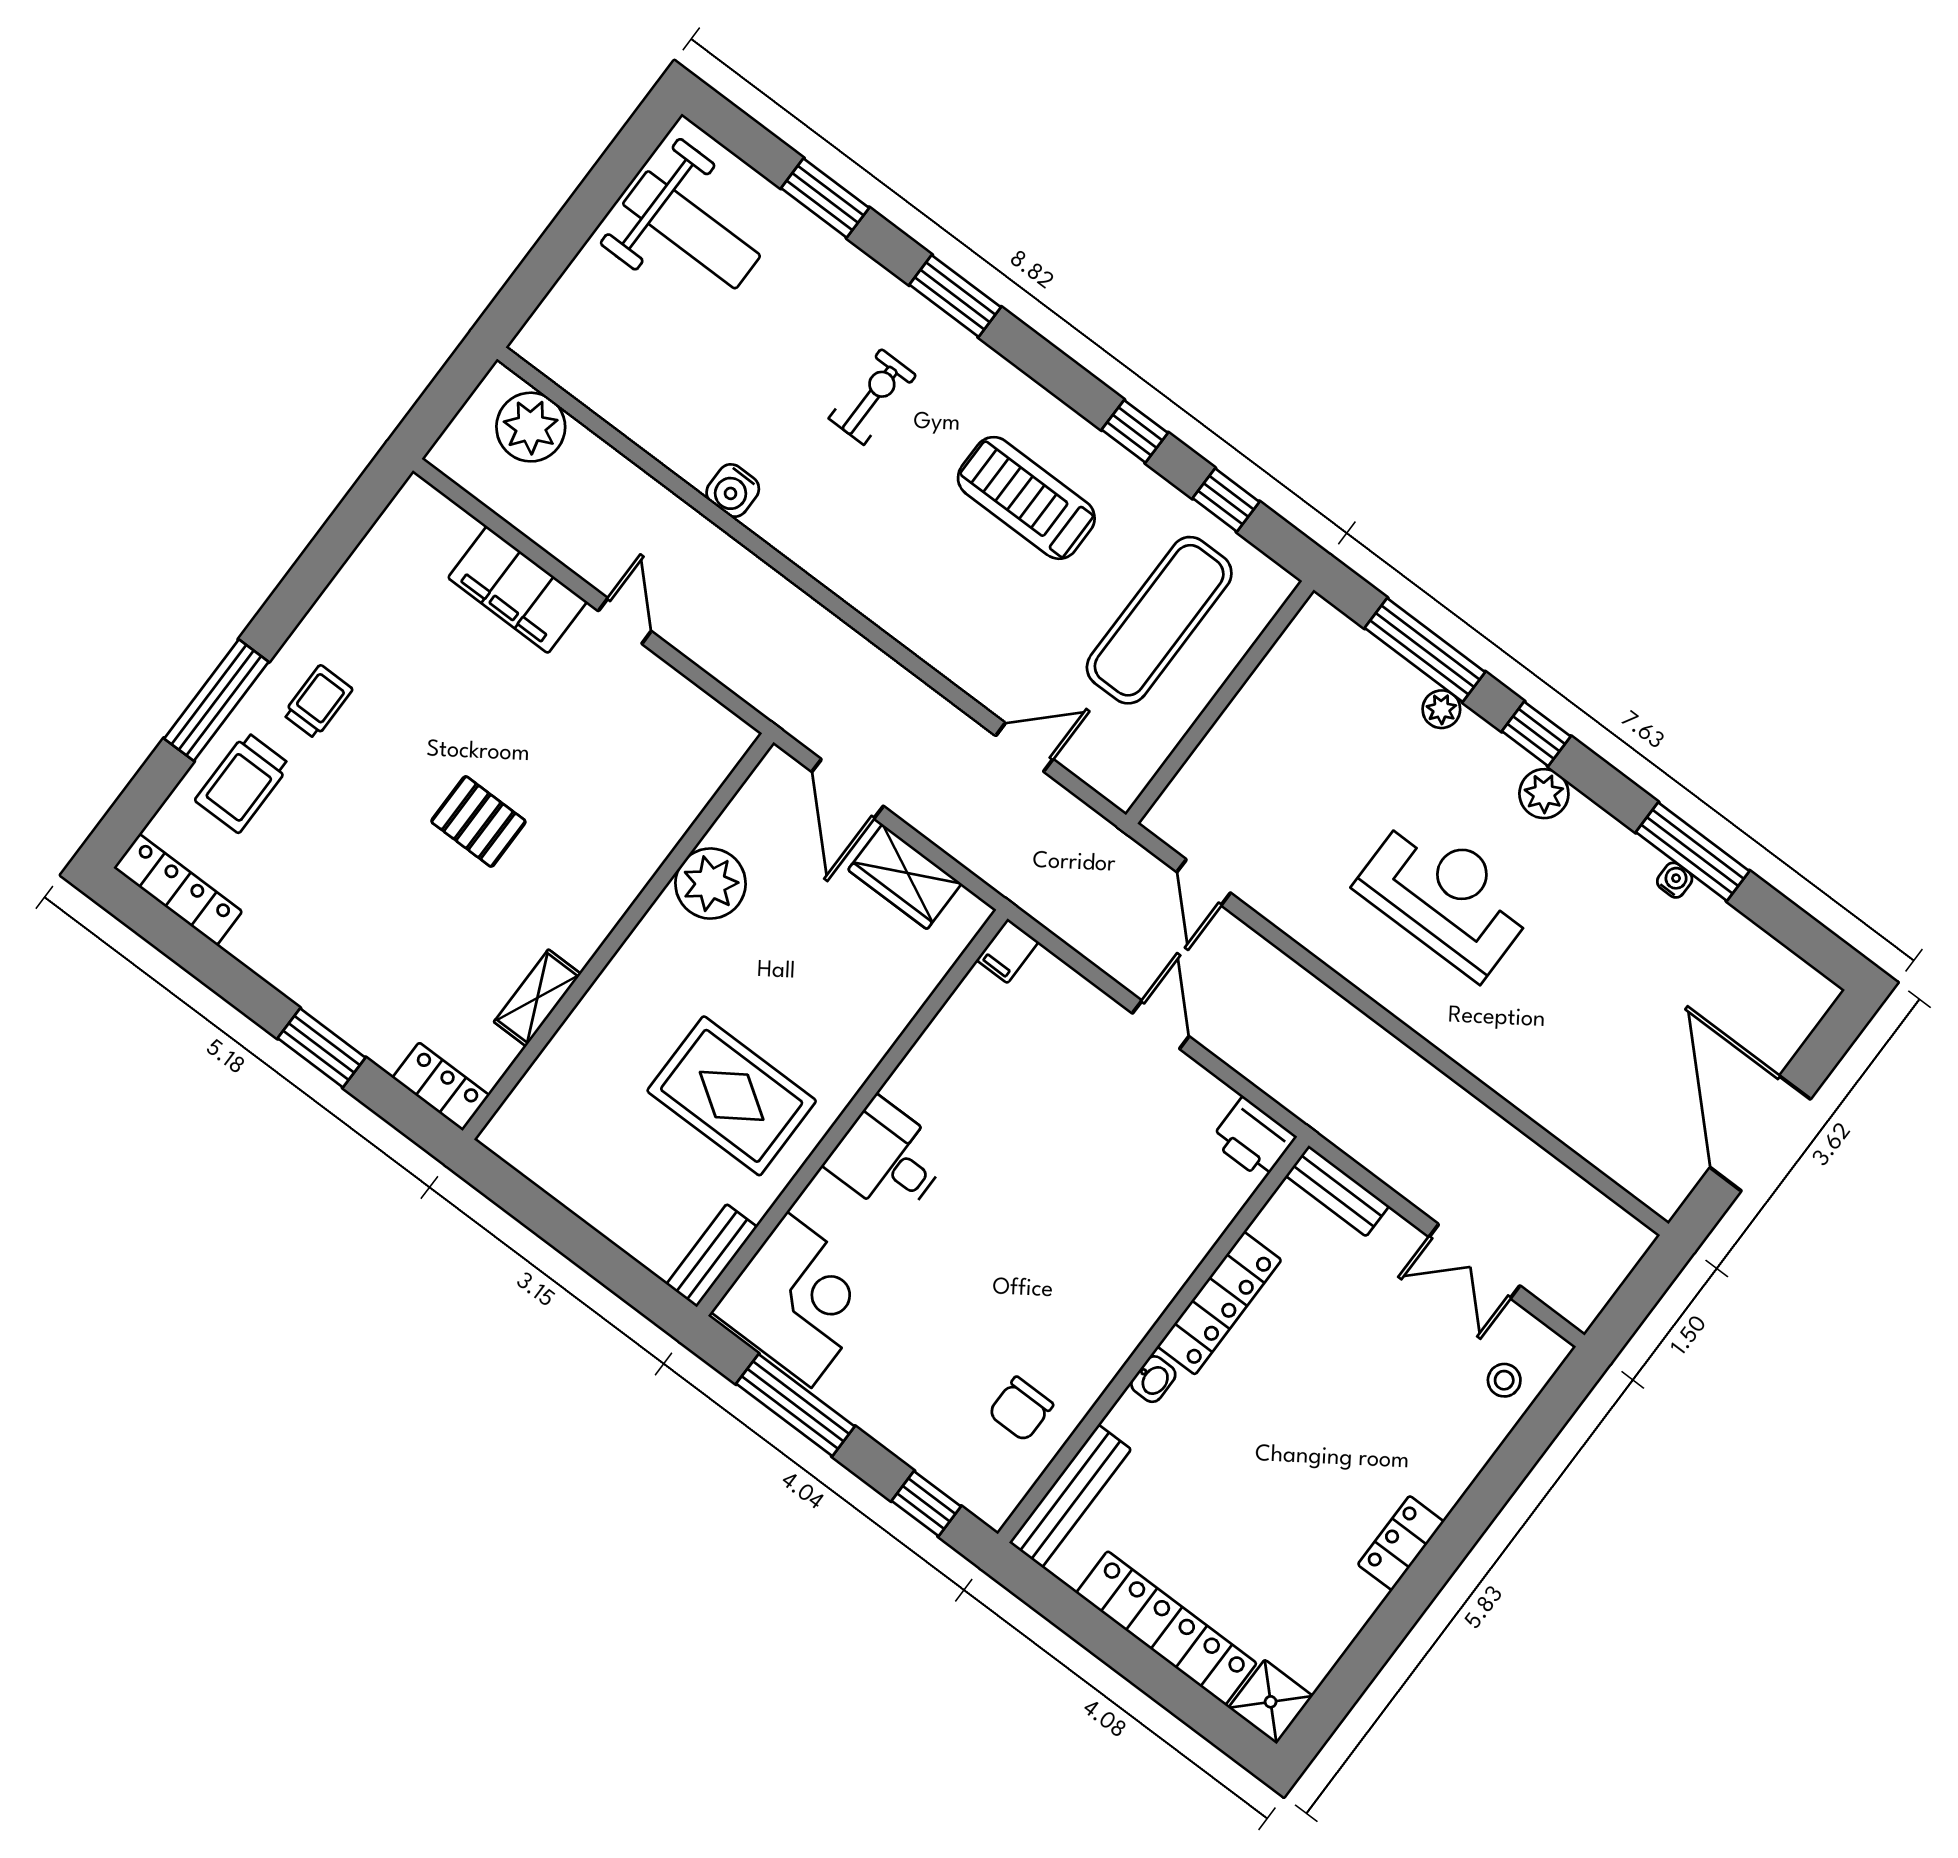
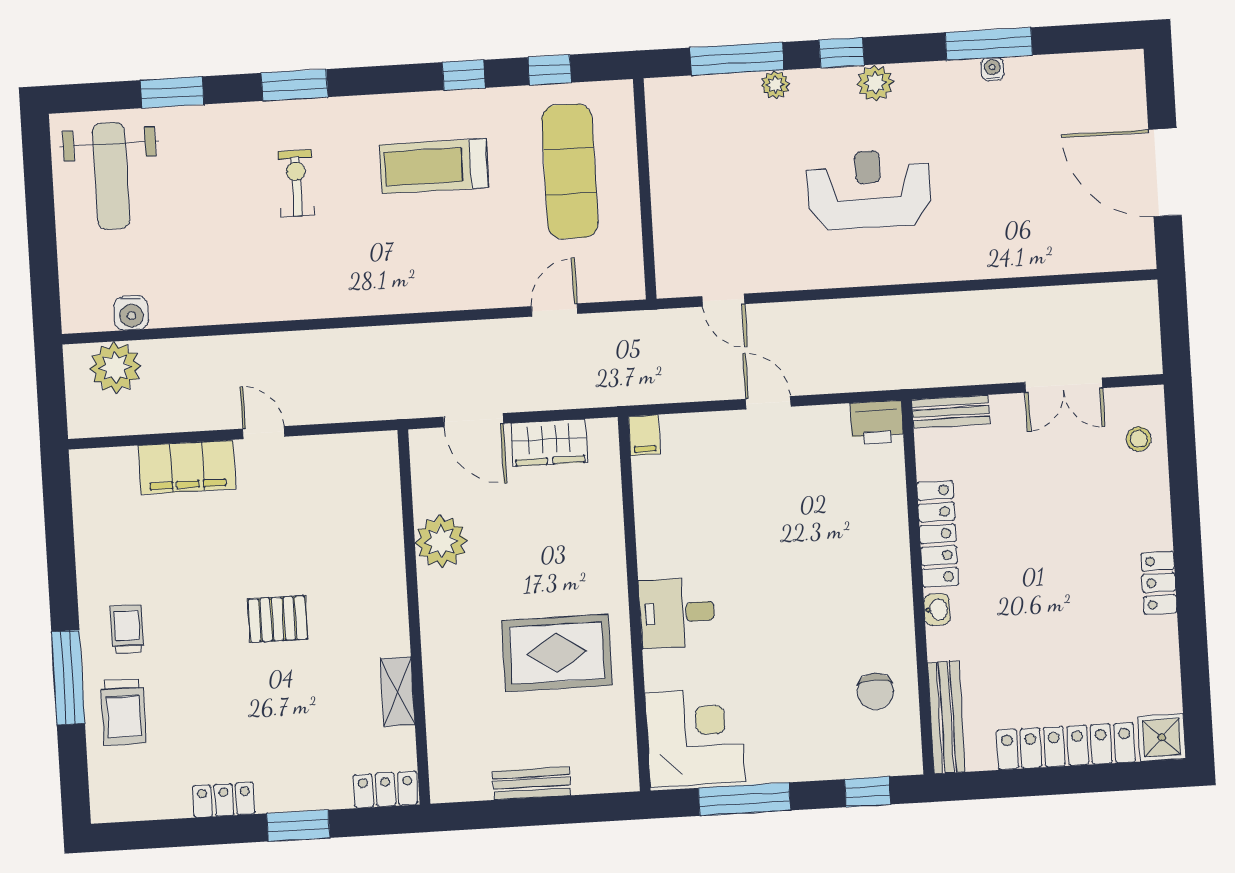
weight bench: (692, 230) -> (111, 176), turned 90
water cooler: (733, 491) -> (131, 313), moved
locker: (178, 890) -> (224, 800), moved, width x0.66
bench: (712, 1256) -> (532, 783), moved, turned 90

